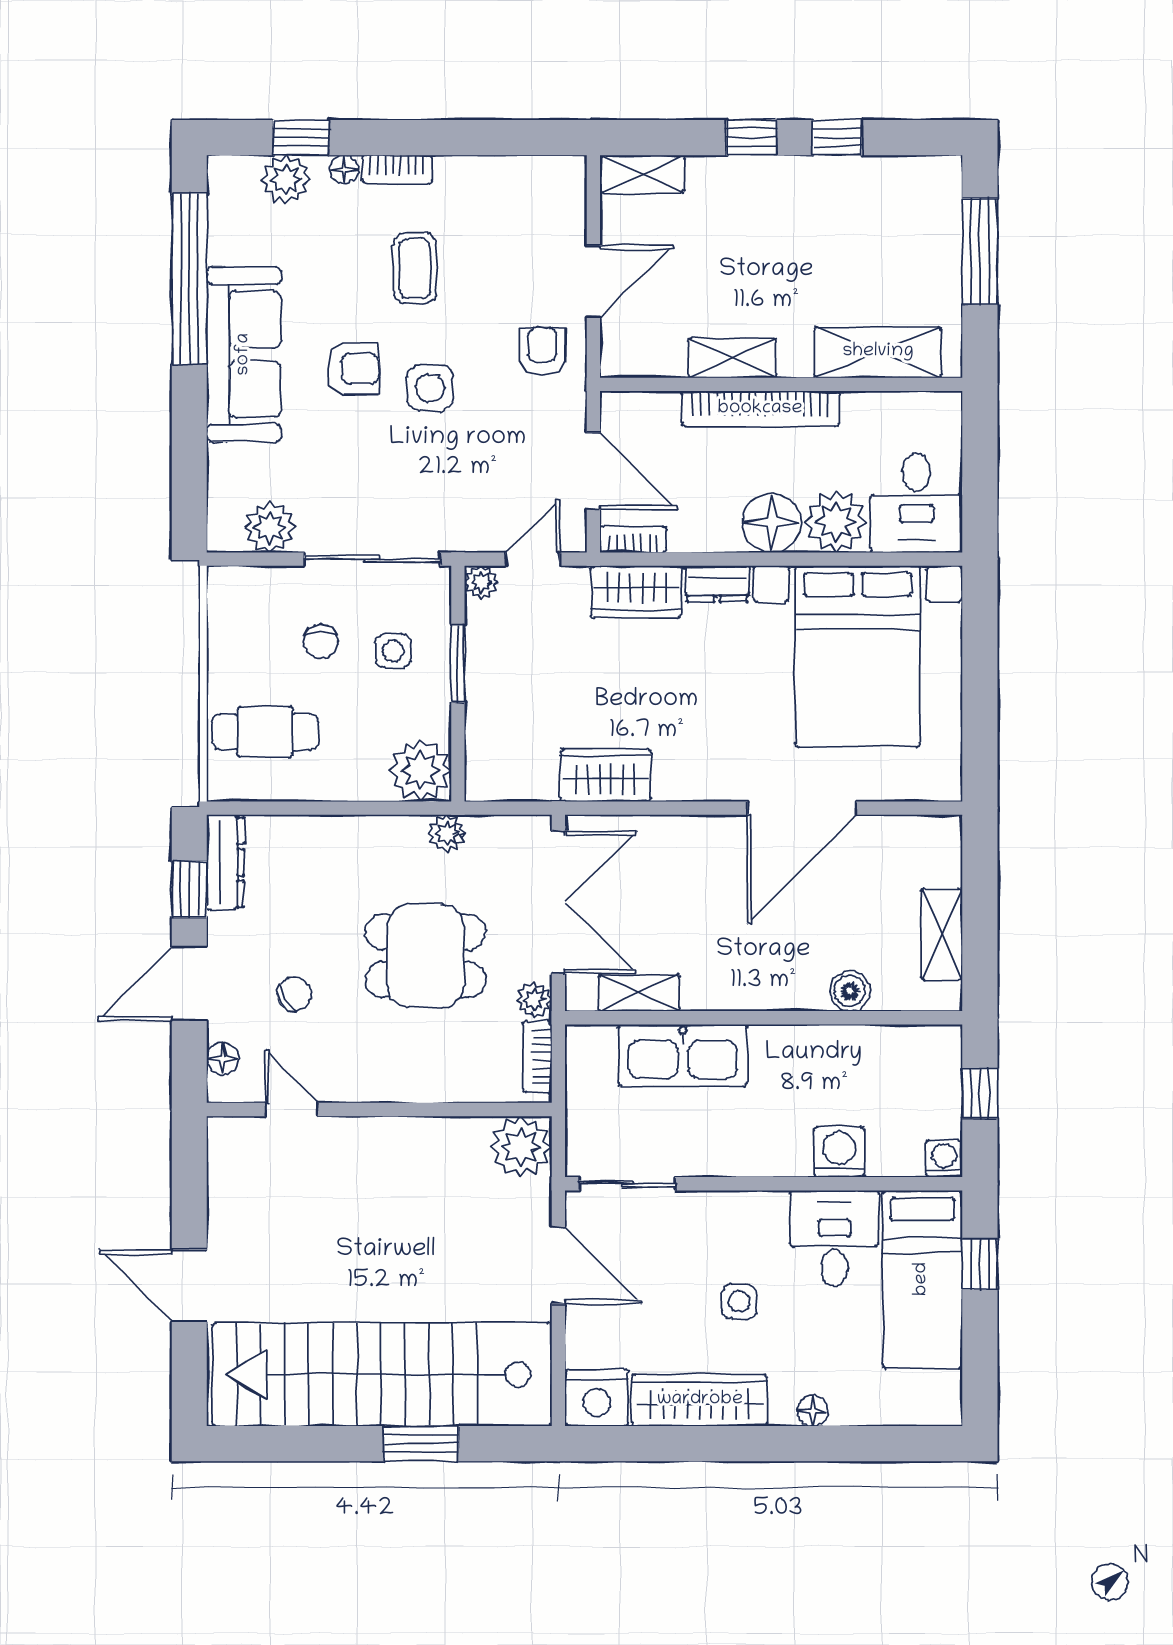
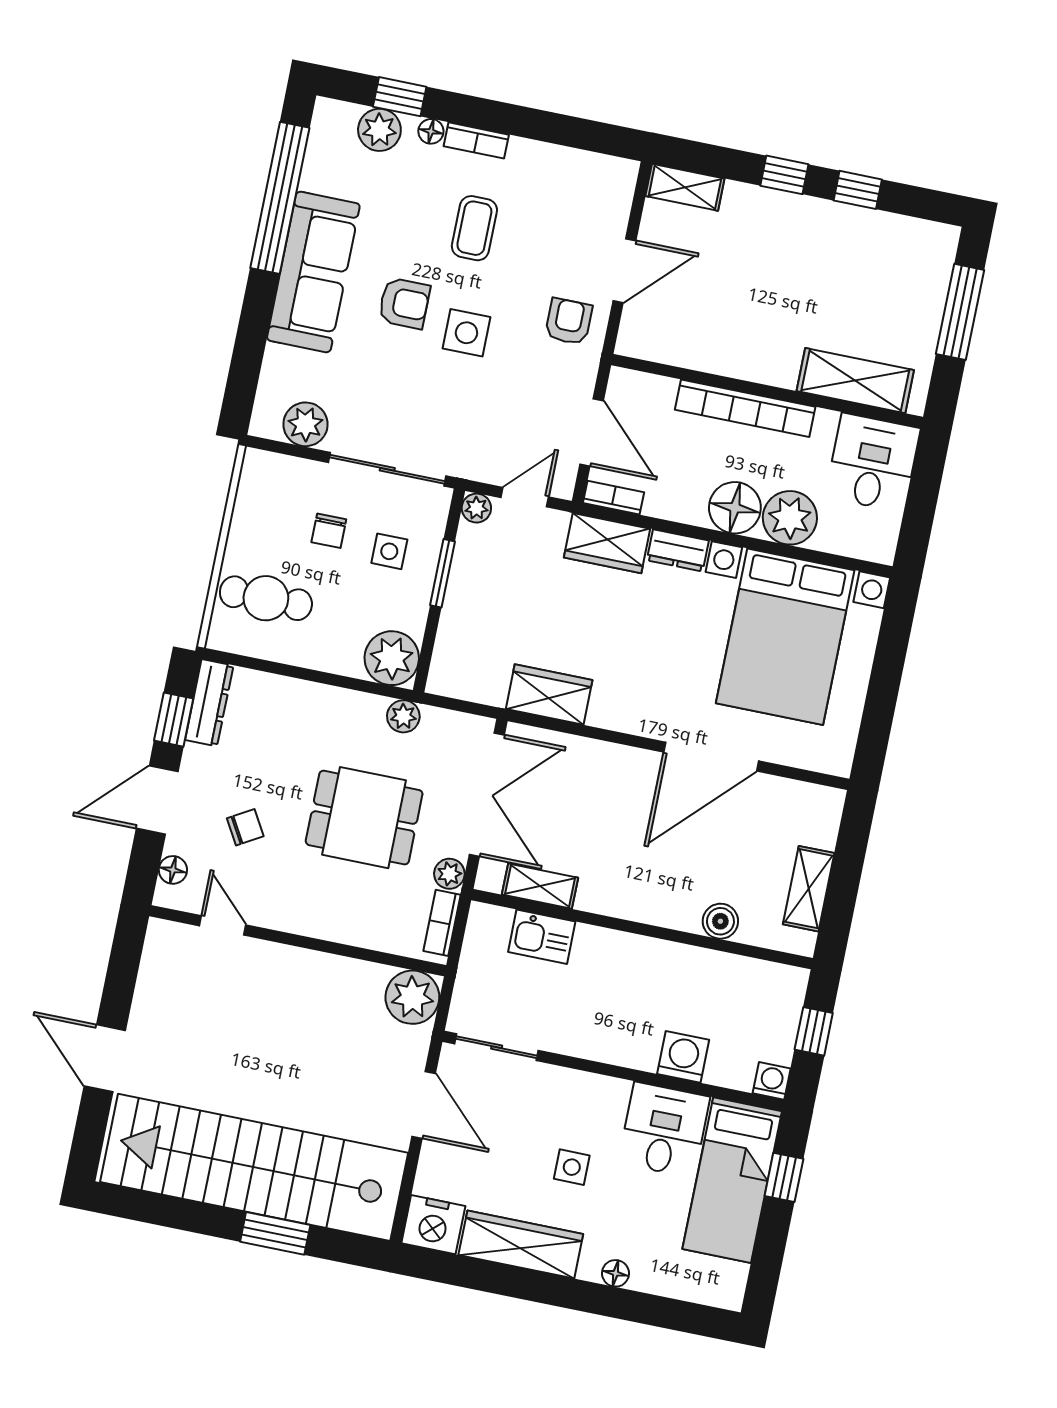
shelving: (732, 358) -> (730, 360), removed
desk: (916, 503) -> (873, 463), moved, turned 180
kitchen sink: (683, 1055) -> (542, 937), width x0.53, depth x0.81

